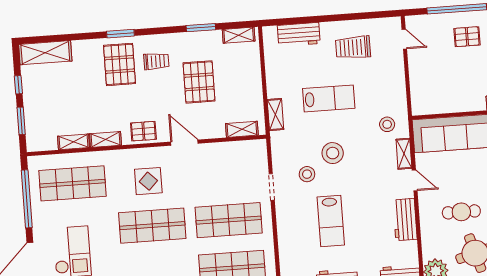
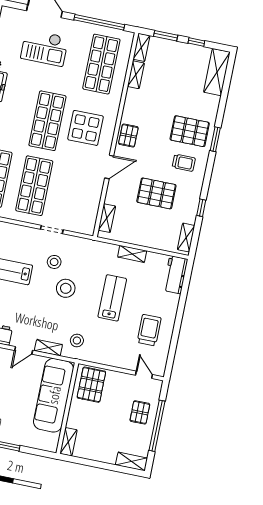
window: (201, 28) -> (201, 208), width x0.67
workbench: (299, 34) -> (175, 275), moved
pallet: (467, 37) -> (140, 412), moved
door: (404, 39) -> (144, 375), swing flipped
trolley: (156, 61) -> (184, 163), turned -90
pallet: (432, 94) -> (91, 385), added
lab bench: (329, 98) -> (112, 298), turned 180
shelving: (275, 114) -> (132, 254), moved
shelving: (106, 139) -> (141, 47), moved
display table: (148, 181) -> (86, 128), width x1.36, depth x1.36

